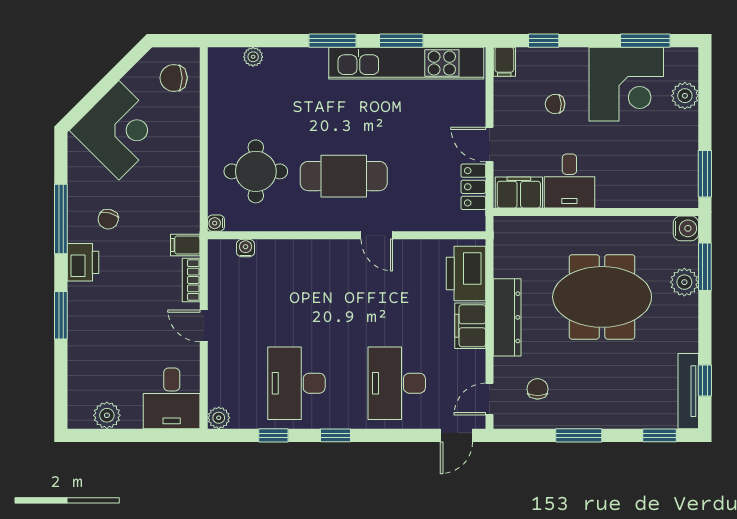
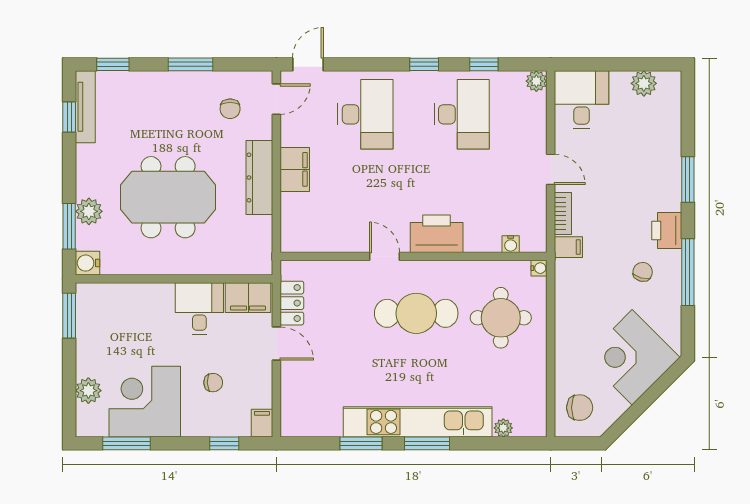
kitchen unit: (406, 63) -> (418, 422), moved
printer: (466, 273) -> (437, 234), moved, turned -90

